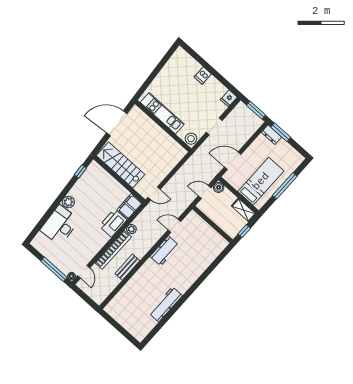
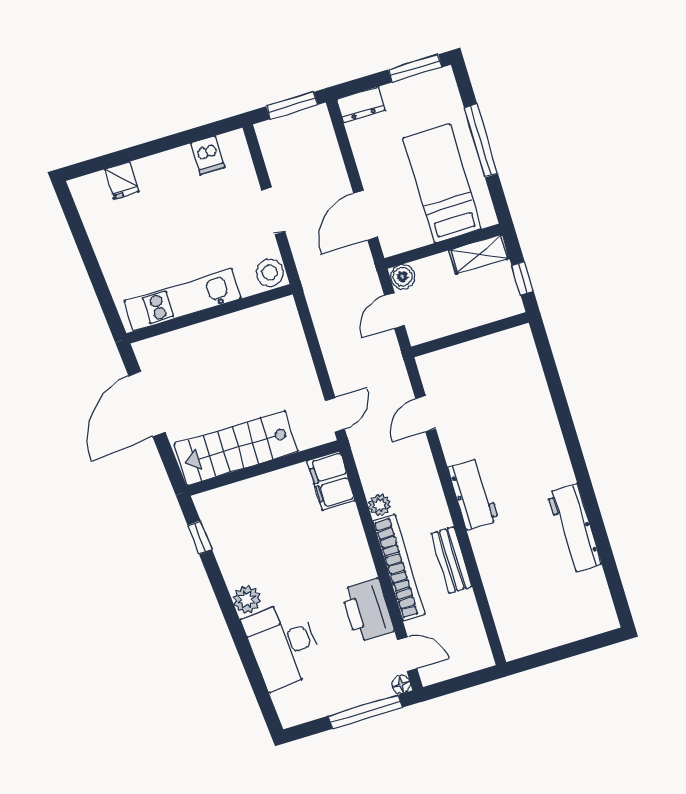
dishwasher: (203, 75) -> (208, 155), moved
fridge: (229, 98) -> (122, 180), moved
window: (281, 132) -> (415, 68), moved
printer: (113, 223) -> (367, 610), moved
workbench: (164, 251) -> (473, 494), moved

